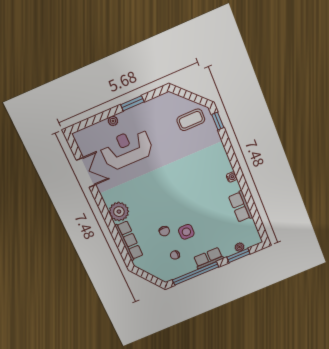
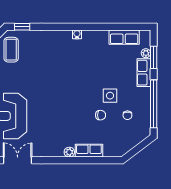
row of seats: (241, 207) -> (124, 37), moved
plant: (119, 212) -> (69, 152), width x0.53, depth x0.53
row of seats: (129, 241) -> (89, 151), width x0.68
row of seats: (208, 258) -> (144, 73), moved

